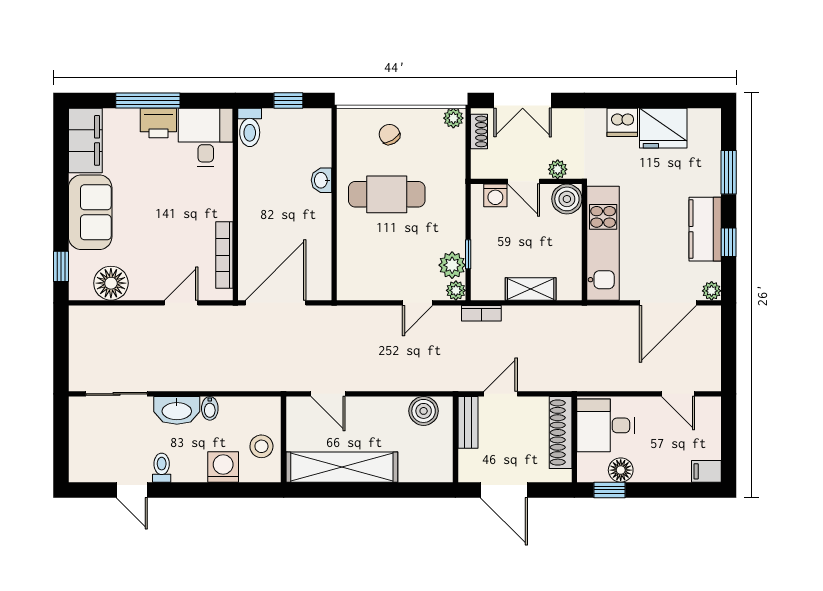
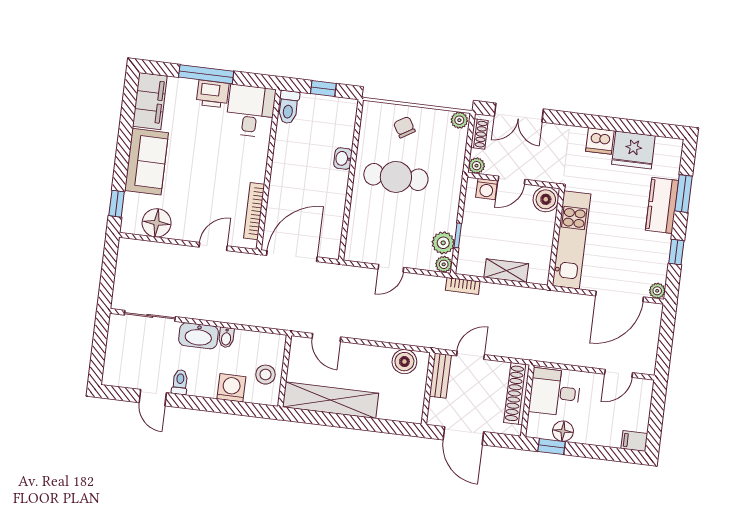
plant: (558, 169) -> (477, 166), moved
door: (524, 181) -> (511, 180), hinge flipped
kitchen counter: (705, 229) -> (662, 205), moved
door: (417, 303) -> (391, 268), moved
door: (678, 394) -> (619, 373), hinge flipped

